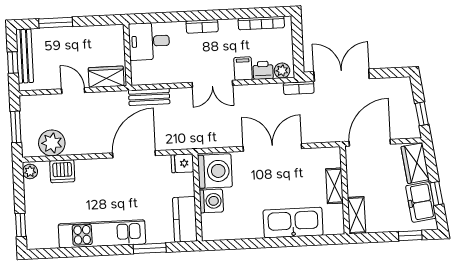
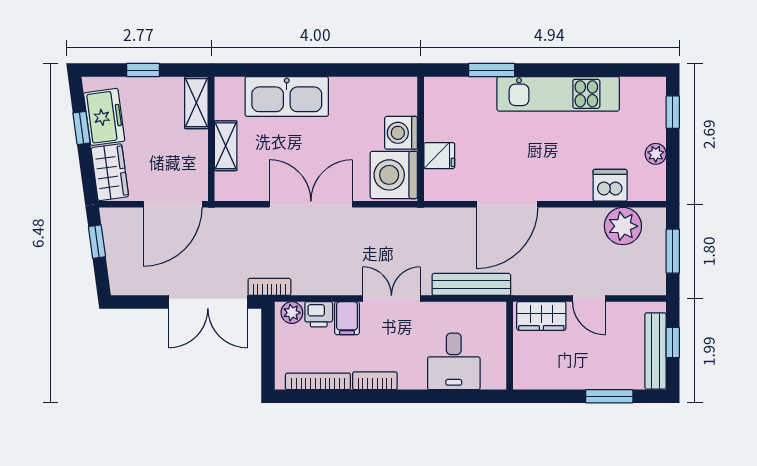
bookcase: (202, 26) -> (375, 381), moved
desk: (149, 41) -> (454, 361), moved, turned 90
bench: (149, 97) -> (471, 284), width x1.36
double door: (272, 147) -> (311, 204), swing flipped
fridge: (182, 163) -> (439, 156), moved
plant: (30, 171) -> (656, 154), moved
kitchen counter: (185, 219) -> (440, 109), removed
window: (410, 236) -> (143, 70), moved

